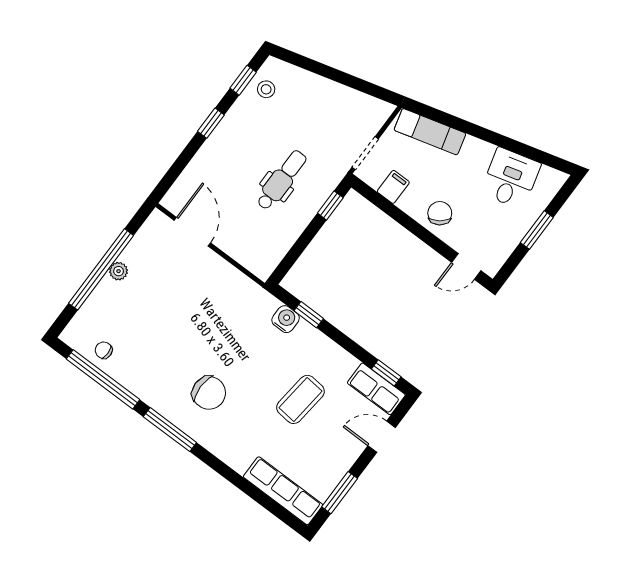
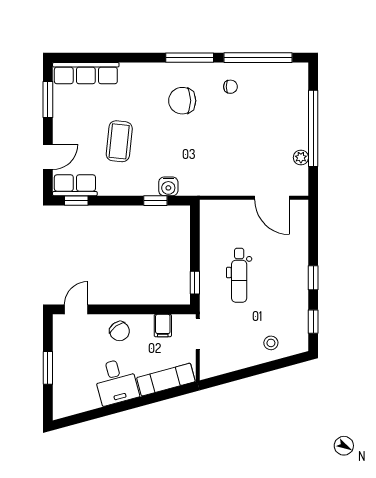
stool: (266, 89) -> (271, 343), moved
desk: (511, 178) -> (116, 382), moved
plant: (119, 271) -> (301, 157), moved
chair: (104, 350) -> (230, 87), moved

